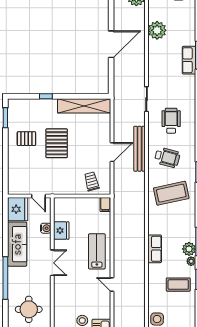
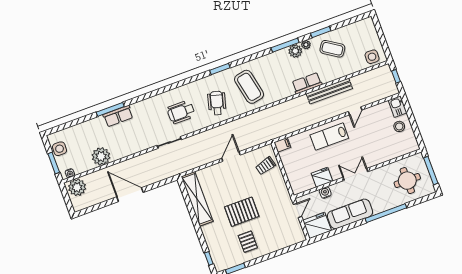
window: (46, 96) -> (209, 258), moved
bench: (140, 149) -> (329, 91), moved
door: (112, 152) -> (231, 157), hinge flipped
coffee table: (178, 285) -> (332, 49), turned -57

